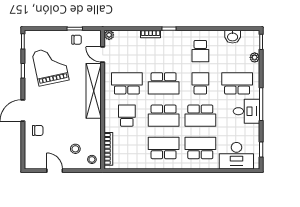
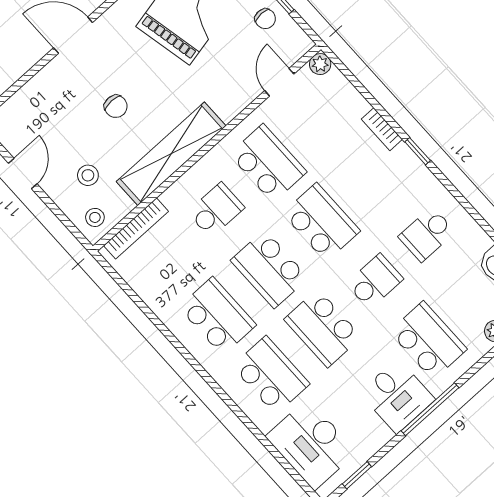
school desk: (164, 83) -> (321, 222), turned 180
shelving: (94, 91) -> (171, 154), moved
chair: (38, 130) -> (116, 106), moved

